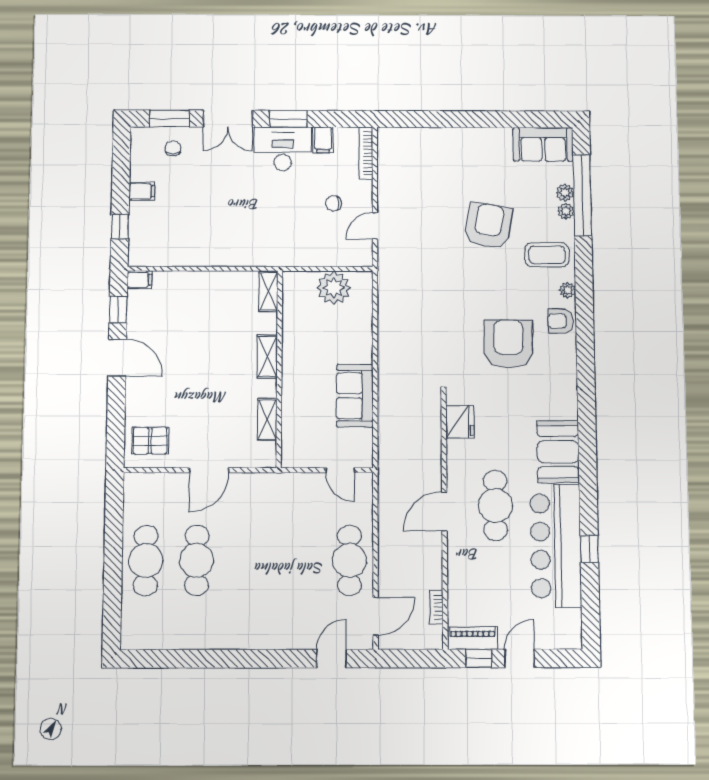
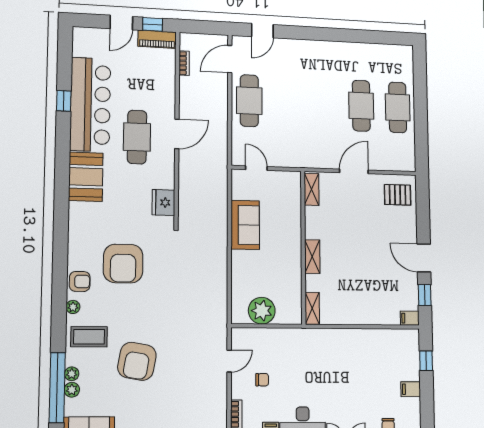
shelving: (267, 419) -> (312, 189), moved

